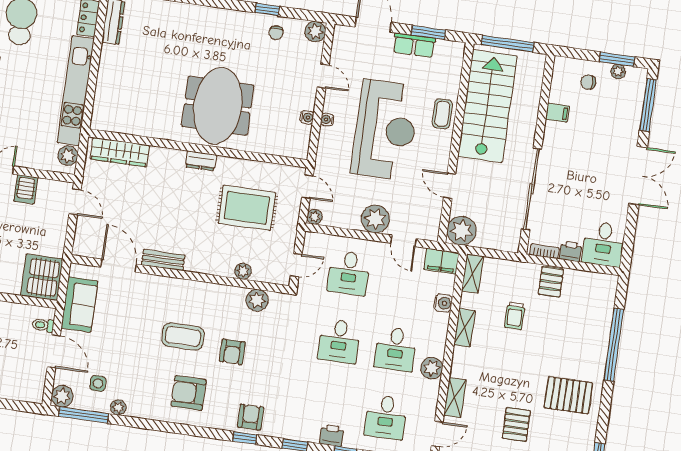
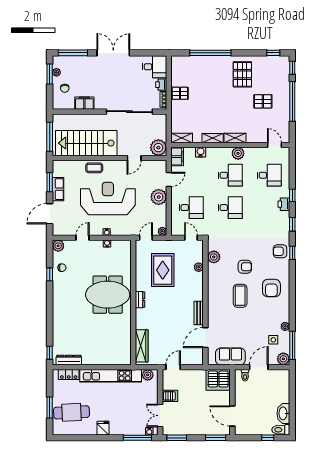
filing cabinet: (557, 113) -> (84, 103), width x2.00
trolley: (515, 316) -> (202, 111), removed
shelving: (455, 398) -> (235, 138), moved

